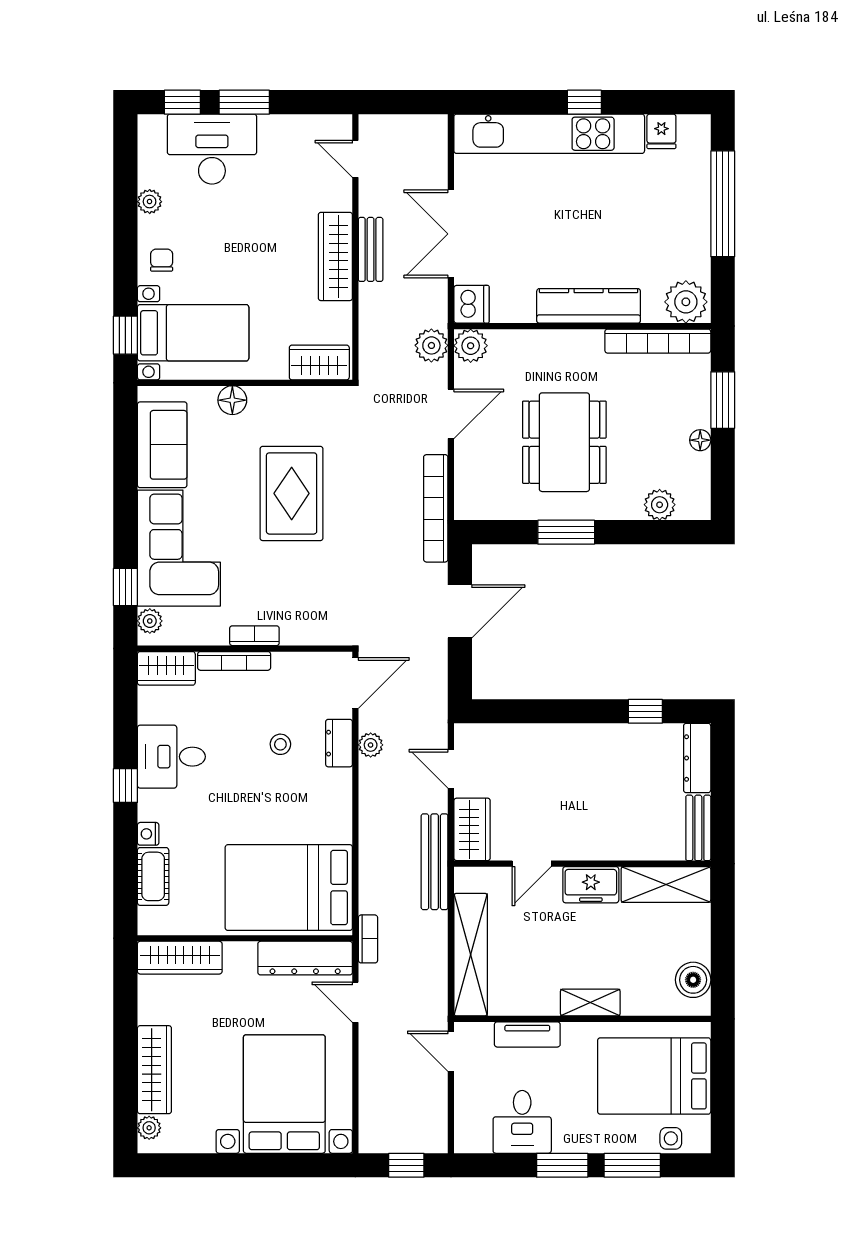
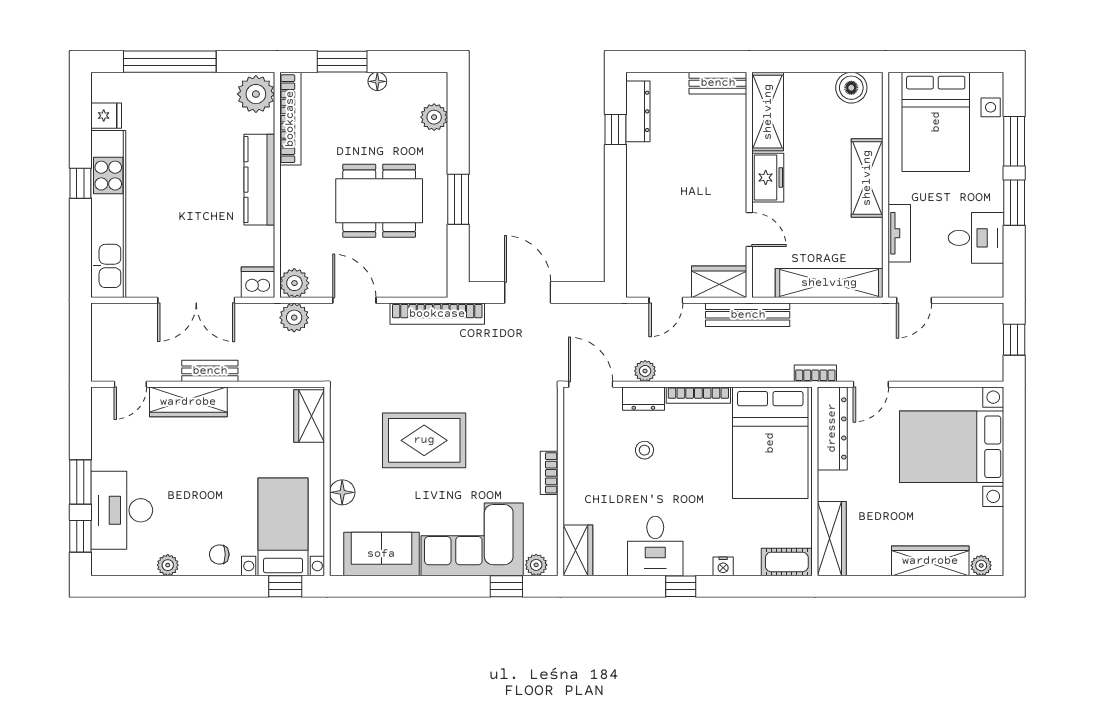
wardrobe: (335, 256) -> (188, 402), moved
bookcase: (234, 661) -> (698, 395), moved, turned 90
dresser: (697, 758) -> (638, 111), moved, turned -90
cot: (153, 876) -> (787, 562), moved
shelving: (590, 1002) -> (867, 178), width x1.50, depth x1.33

